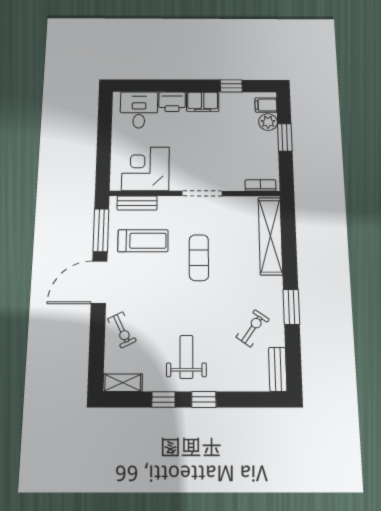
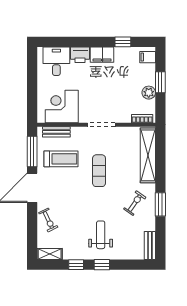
plant: (268, 122) -> (149, 93), moved
exercise bike: (253, 328) -> (135, 203), moved
weight bench: (186, 357) -> (101, 235), moved

